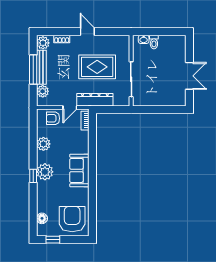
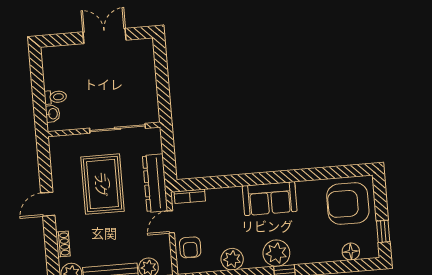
door: (70, 108) -> (171, 222), swing flipped

